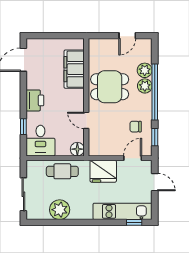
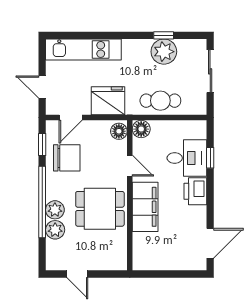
door: (127, 36) -> (77, 274), swing flipped
filing cabinet: (74, 69) -> (145, 207), moved
chair: (136, 127) -> (67, 158), width x1.87, depth x1.87
desk: (40, 141) -> (187, 158), moved, turned 90
floor lamp: (95, 147) -> (119, 131), added
window: (134, 222) -> (164, 35), moved

